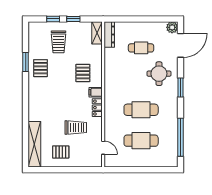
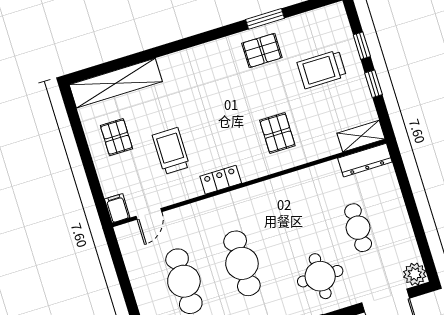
pallet: (83, 73) -> (277, 133), turned 90
filing cabinet: (96, 92) -> (117, 208), moved
trolley: (76, 127) -> (171, 151), turned 180

